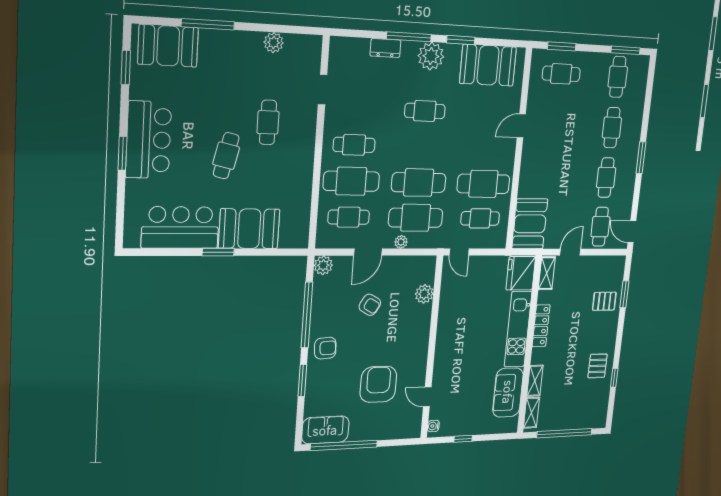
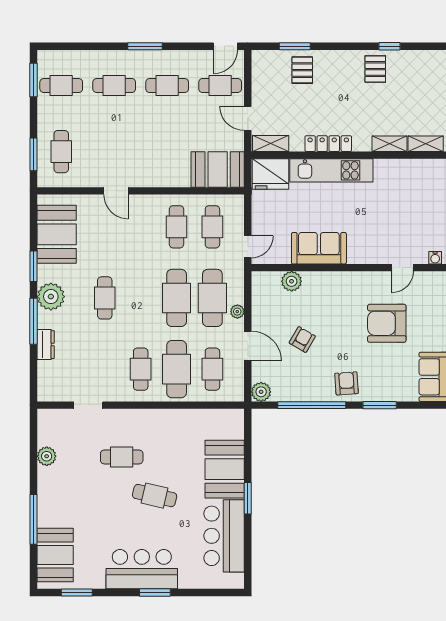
cafe table: (483, 184) -> (177, 227), width x0.73, depth x0.74
pallet: (598, 366) -> (375, 69), turned 90
sofa: (508, 392) -> (319, 248), moved, turned 180

